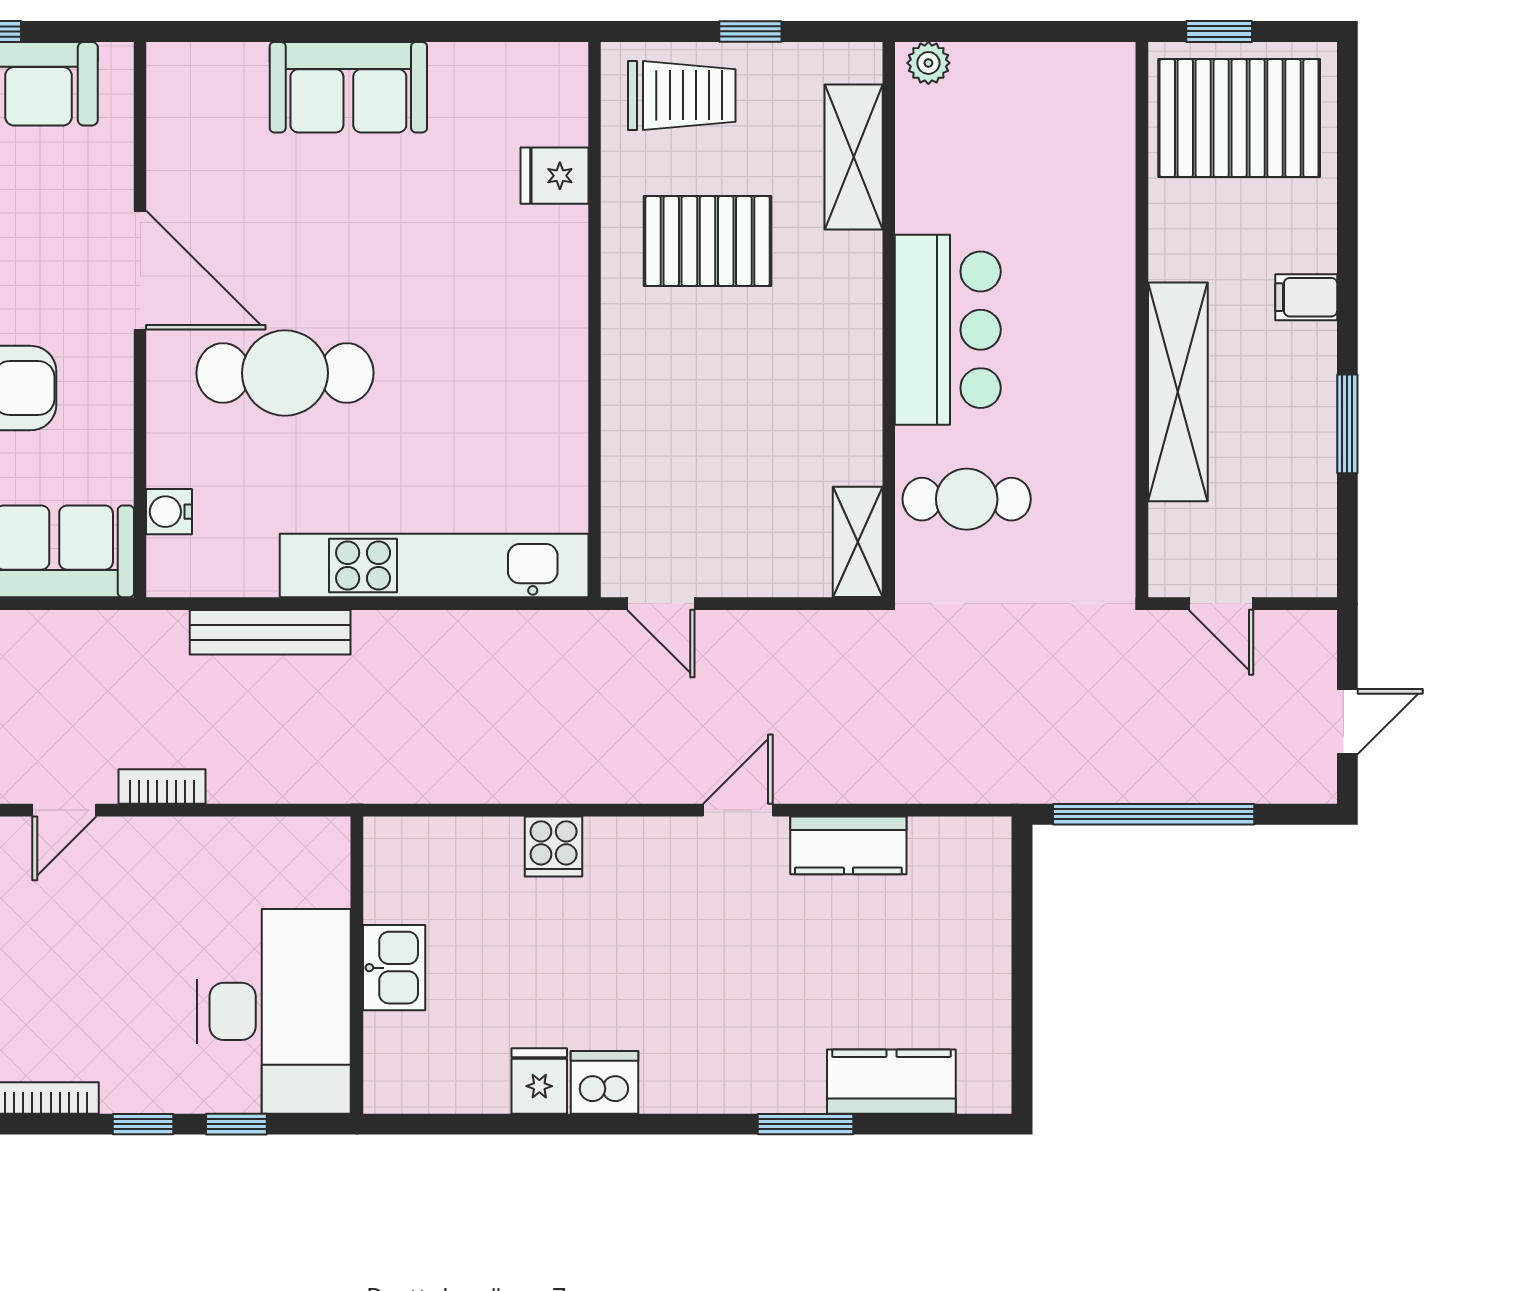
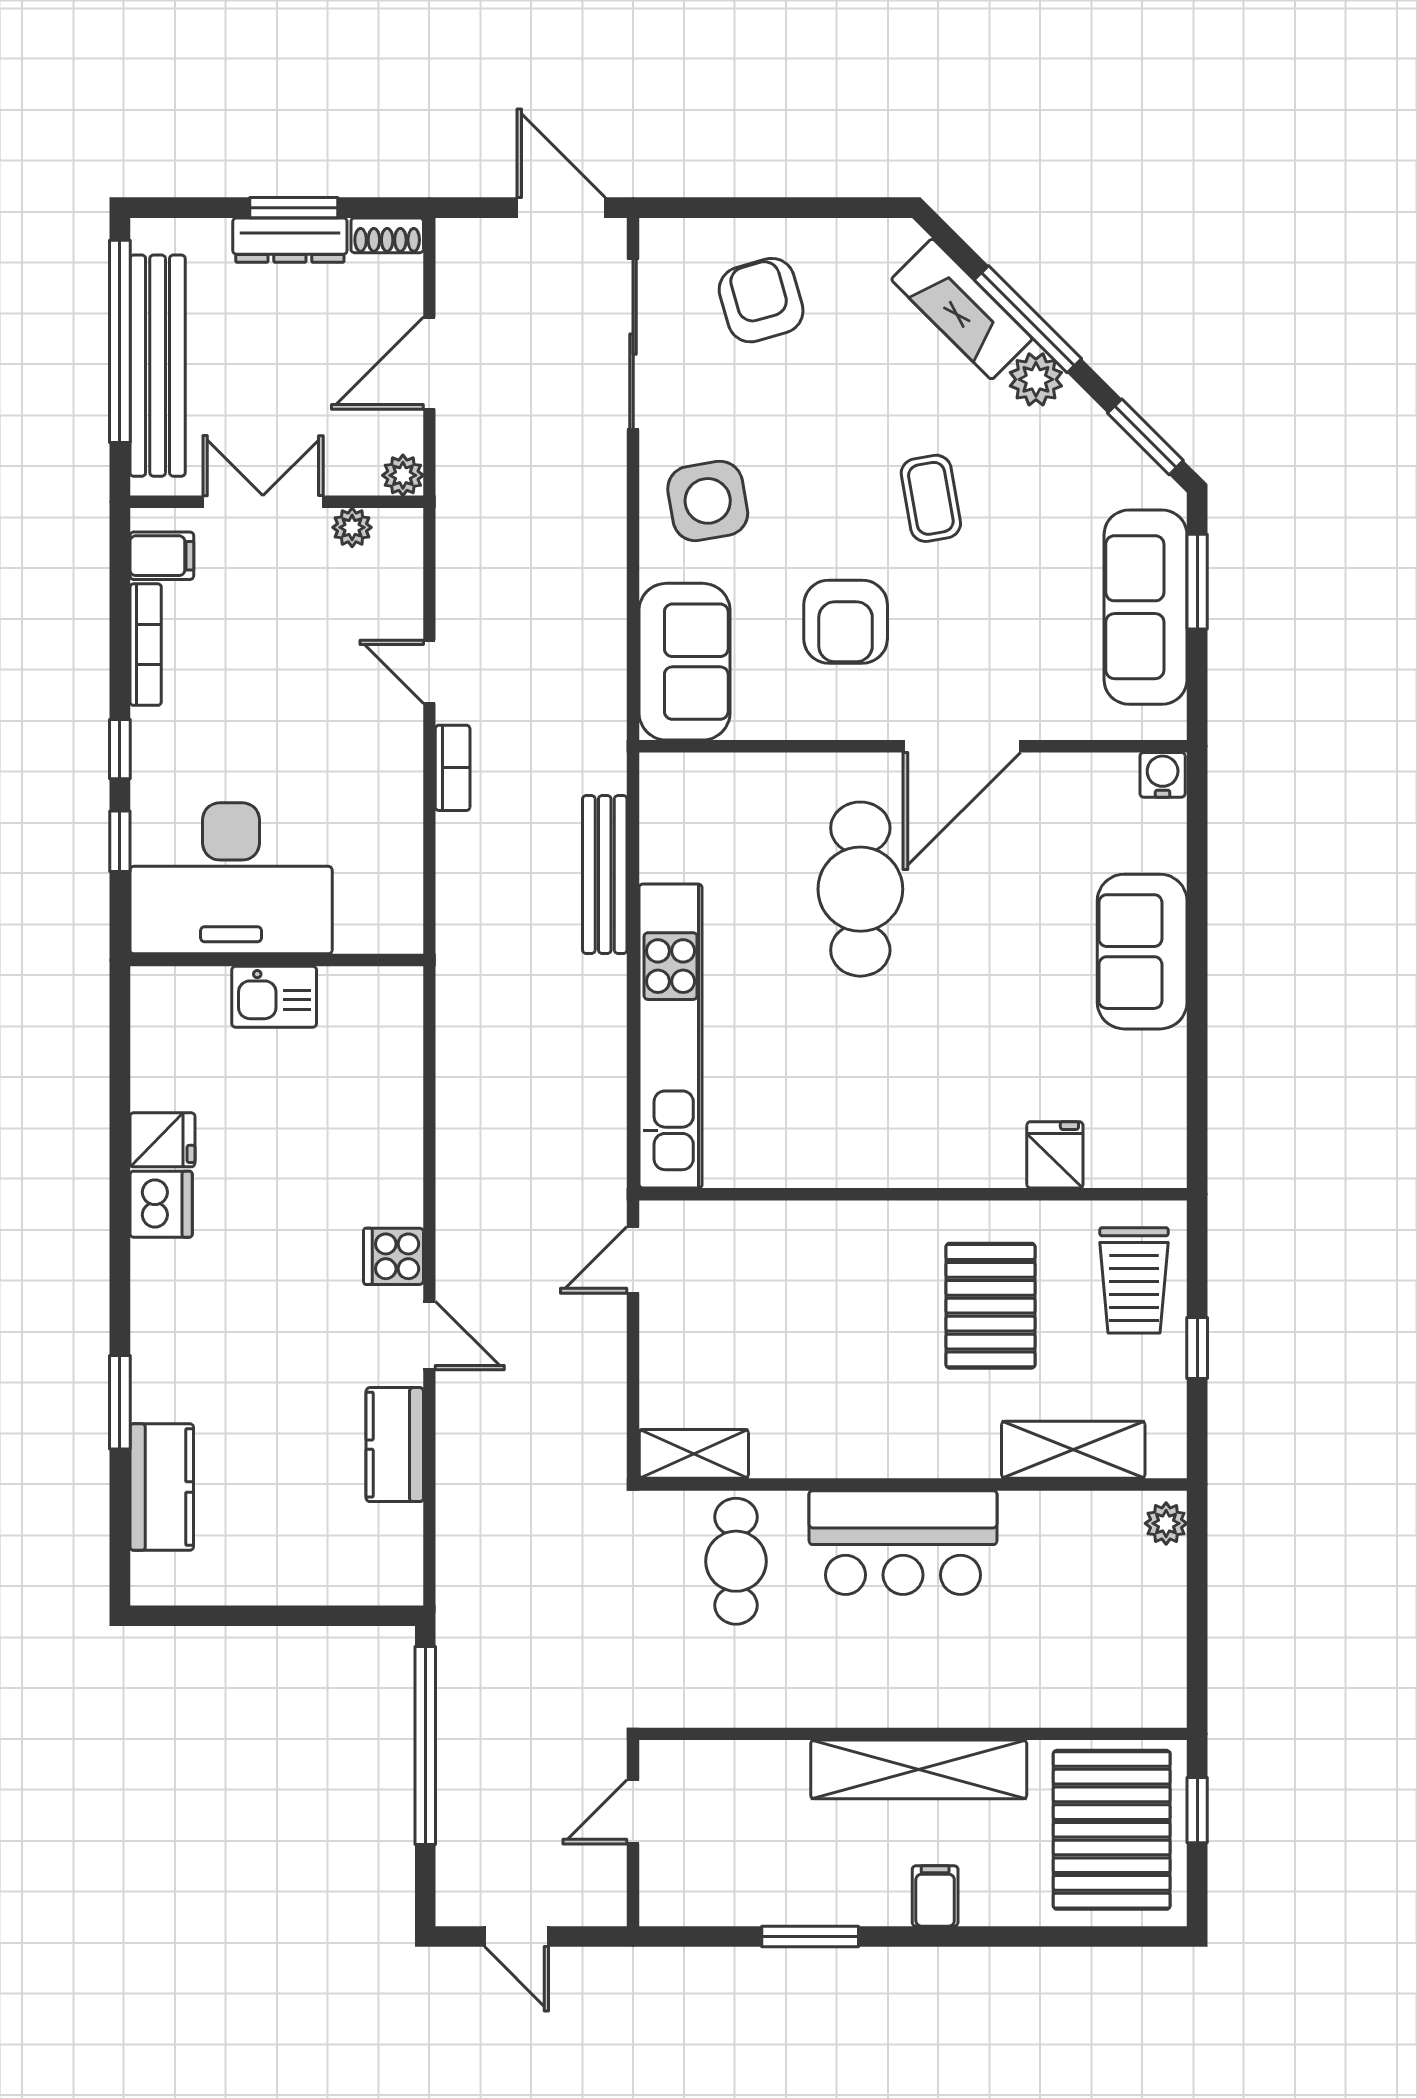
shelving: (1178, 392) -> (919, 1769), moved
water cooler: (169, 512) -> (1163, 775), moved
cooker: (554, 847) -> (393, 1256), moved

